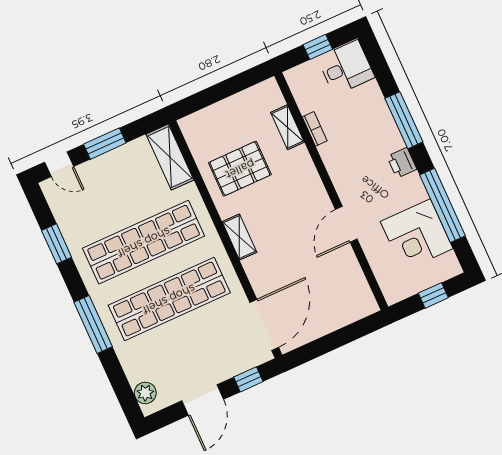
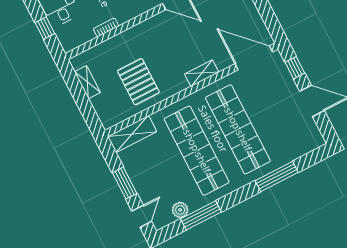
shelving: (288, 127) -> (87, 82), moved, turned 90
shelving: (239, 237) -> (202, 73), moved
window: (57, 244) -> (201, 215), width x1.44
window: (93, 324) -> (277, 176), moved
plant: (145, 393) -> (180, 210), moved

